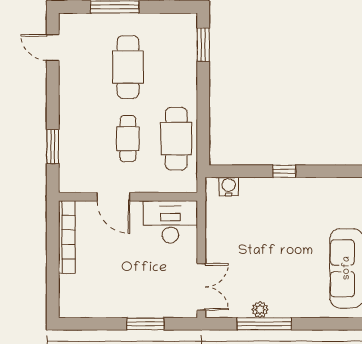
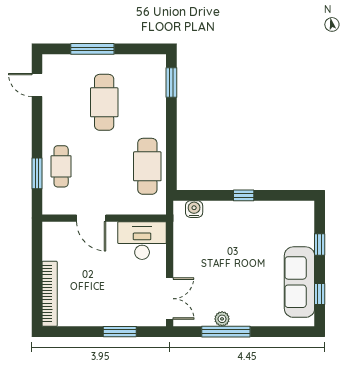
cafe table: (128, 139) -> (61, 166), moved
bookcase: (67, 237) -> (50, 294), moved

